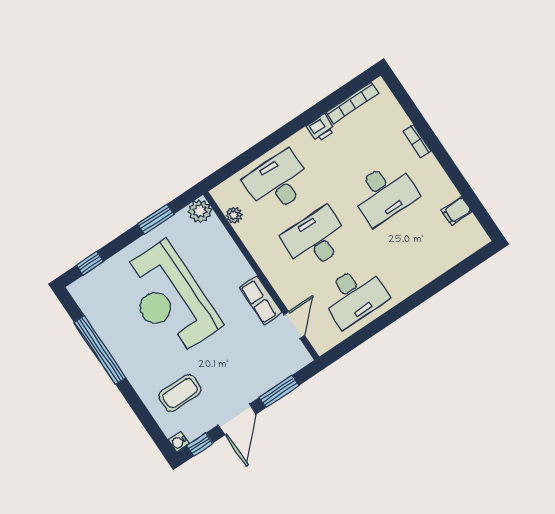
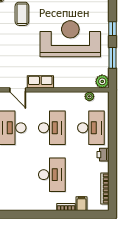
printer: (321, 128) -> (103, 155), moved
desk: (384, 193) -> (52, 175), turned 180
filing cabinet: (457, 211) -> (82, 204), moved
window: (90, 263) -> (113, 29), moved

